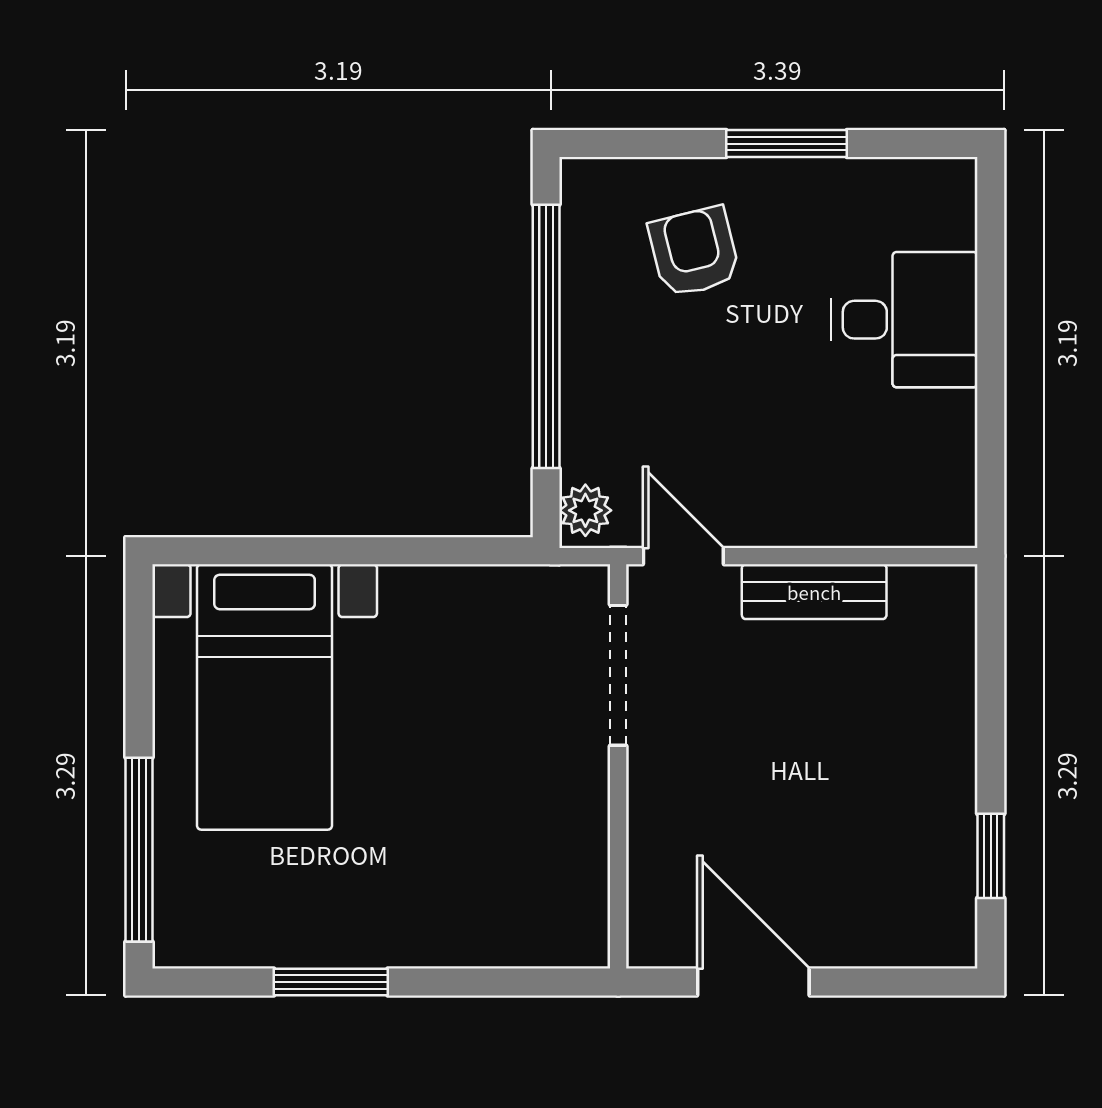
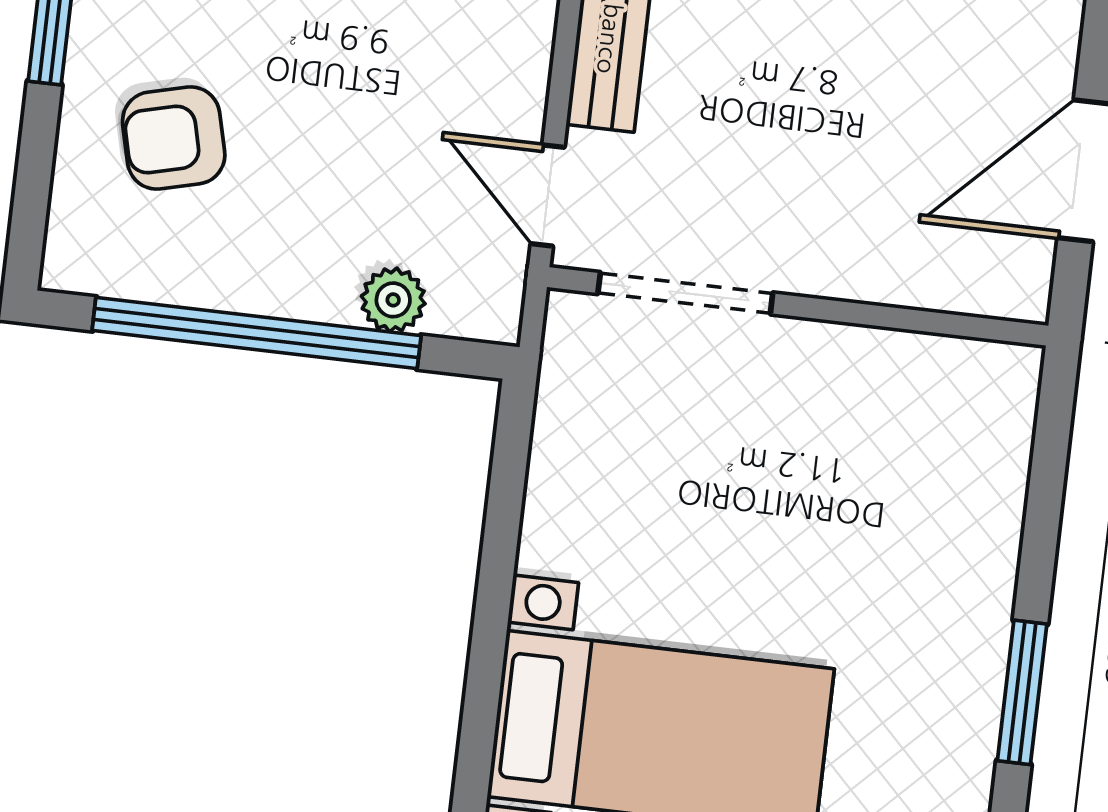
plant: (585, 510) -> (393, 300), moved
door: (683, 556) -> (548, 195), hinge flipped

